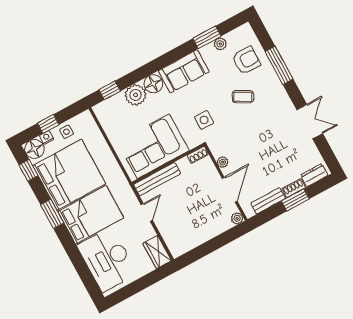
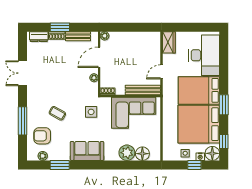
plant: (220, 44) -> (43, 156), moved
floor lamp: (153, 84) -> (142, 154), moved
window: (110, 90) -> (142, 165), removed

